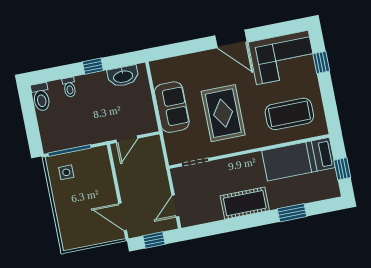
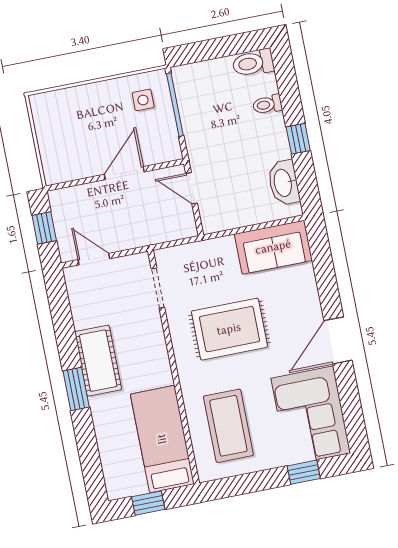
sofa: (172, 107) -> (273, 247), moved
window: (292, 213) -> (76, 389), moved
door: (123, 217) -> (124, 173), moved

